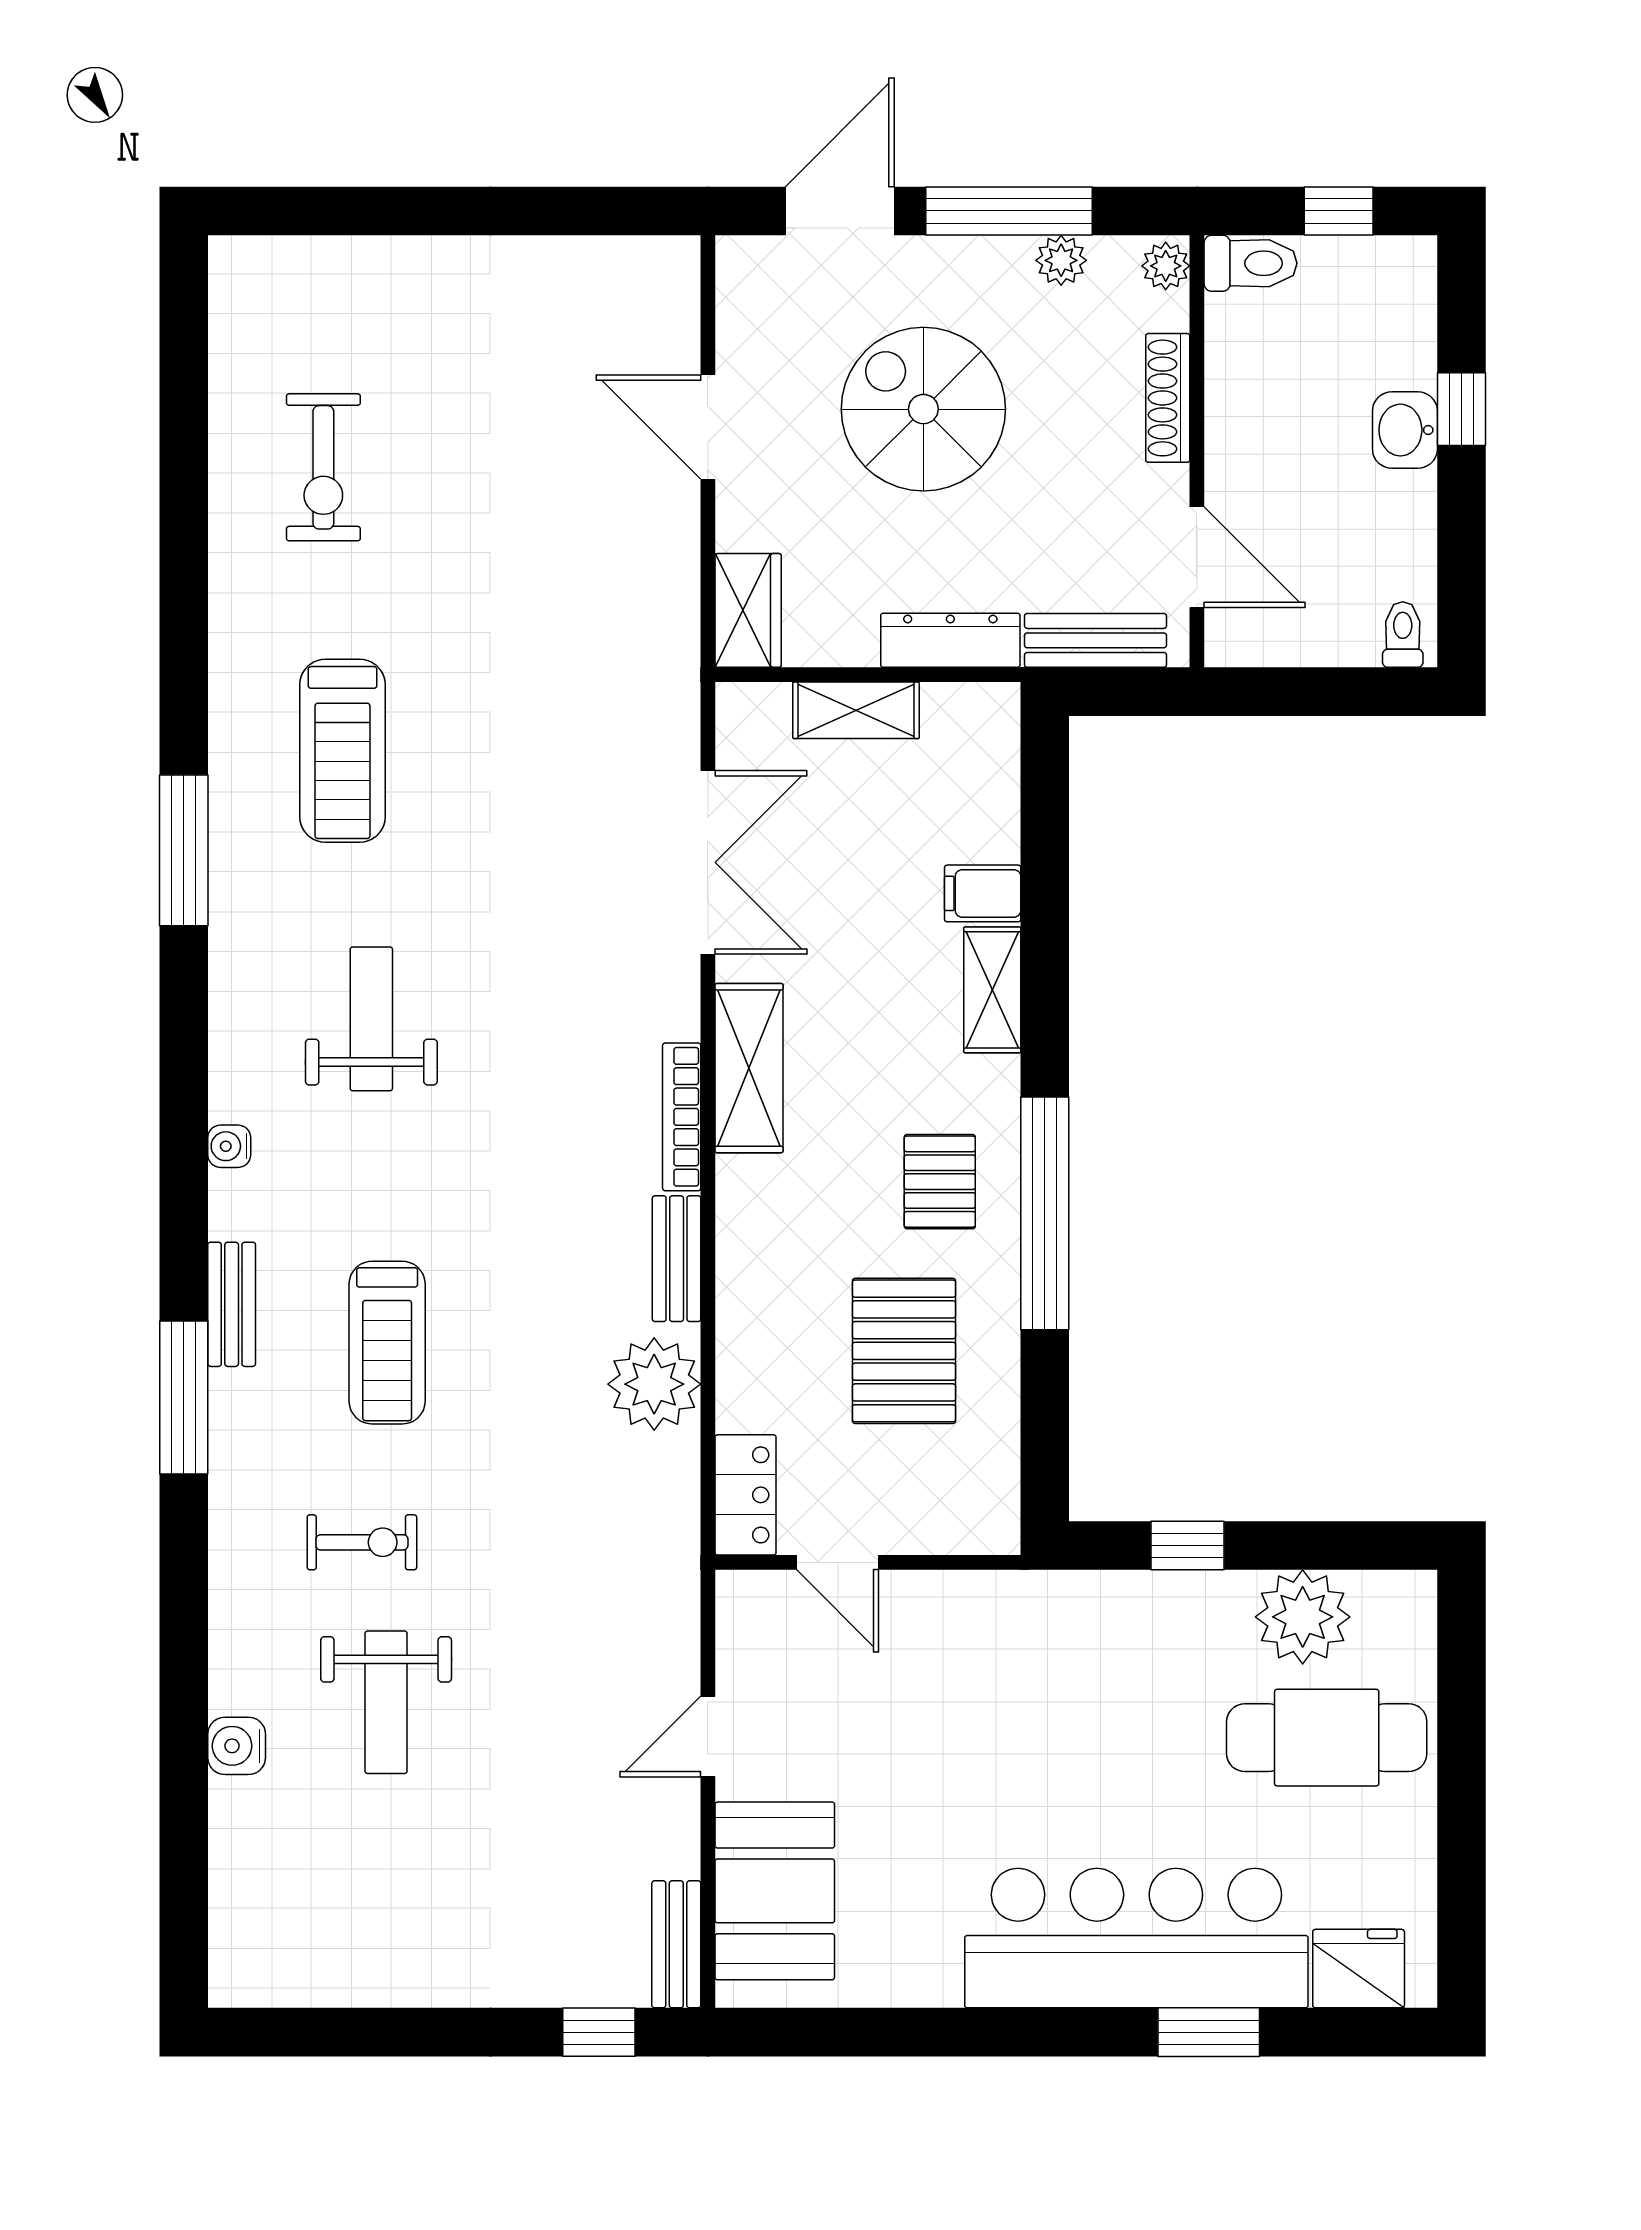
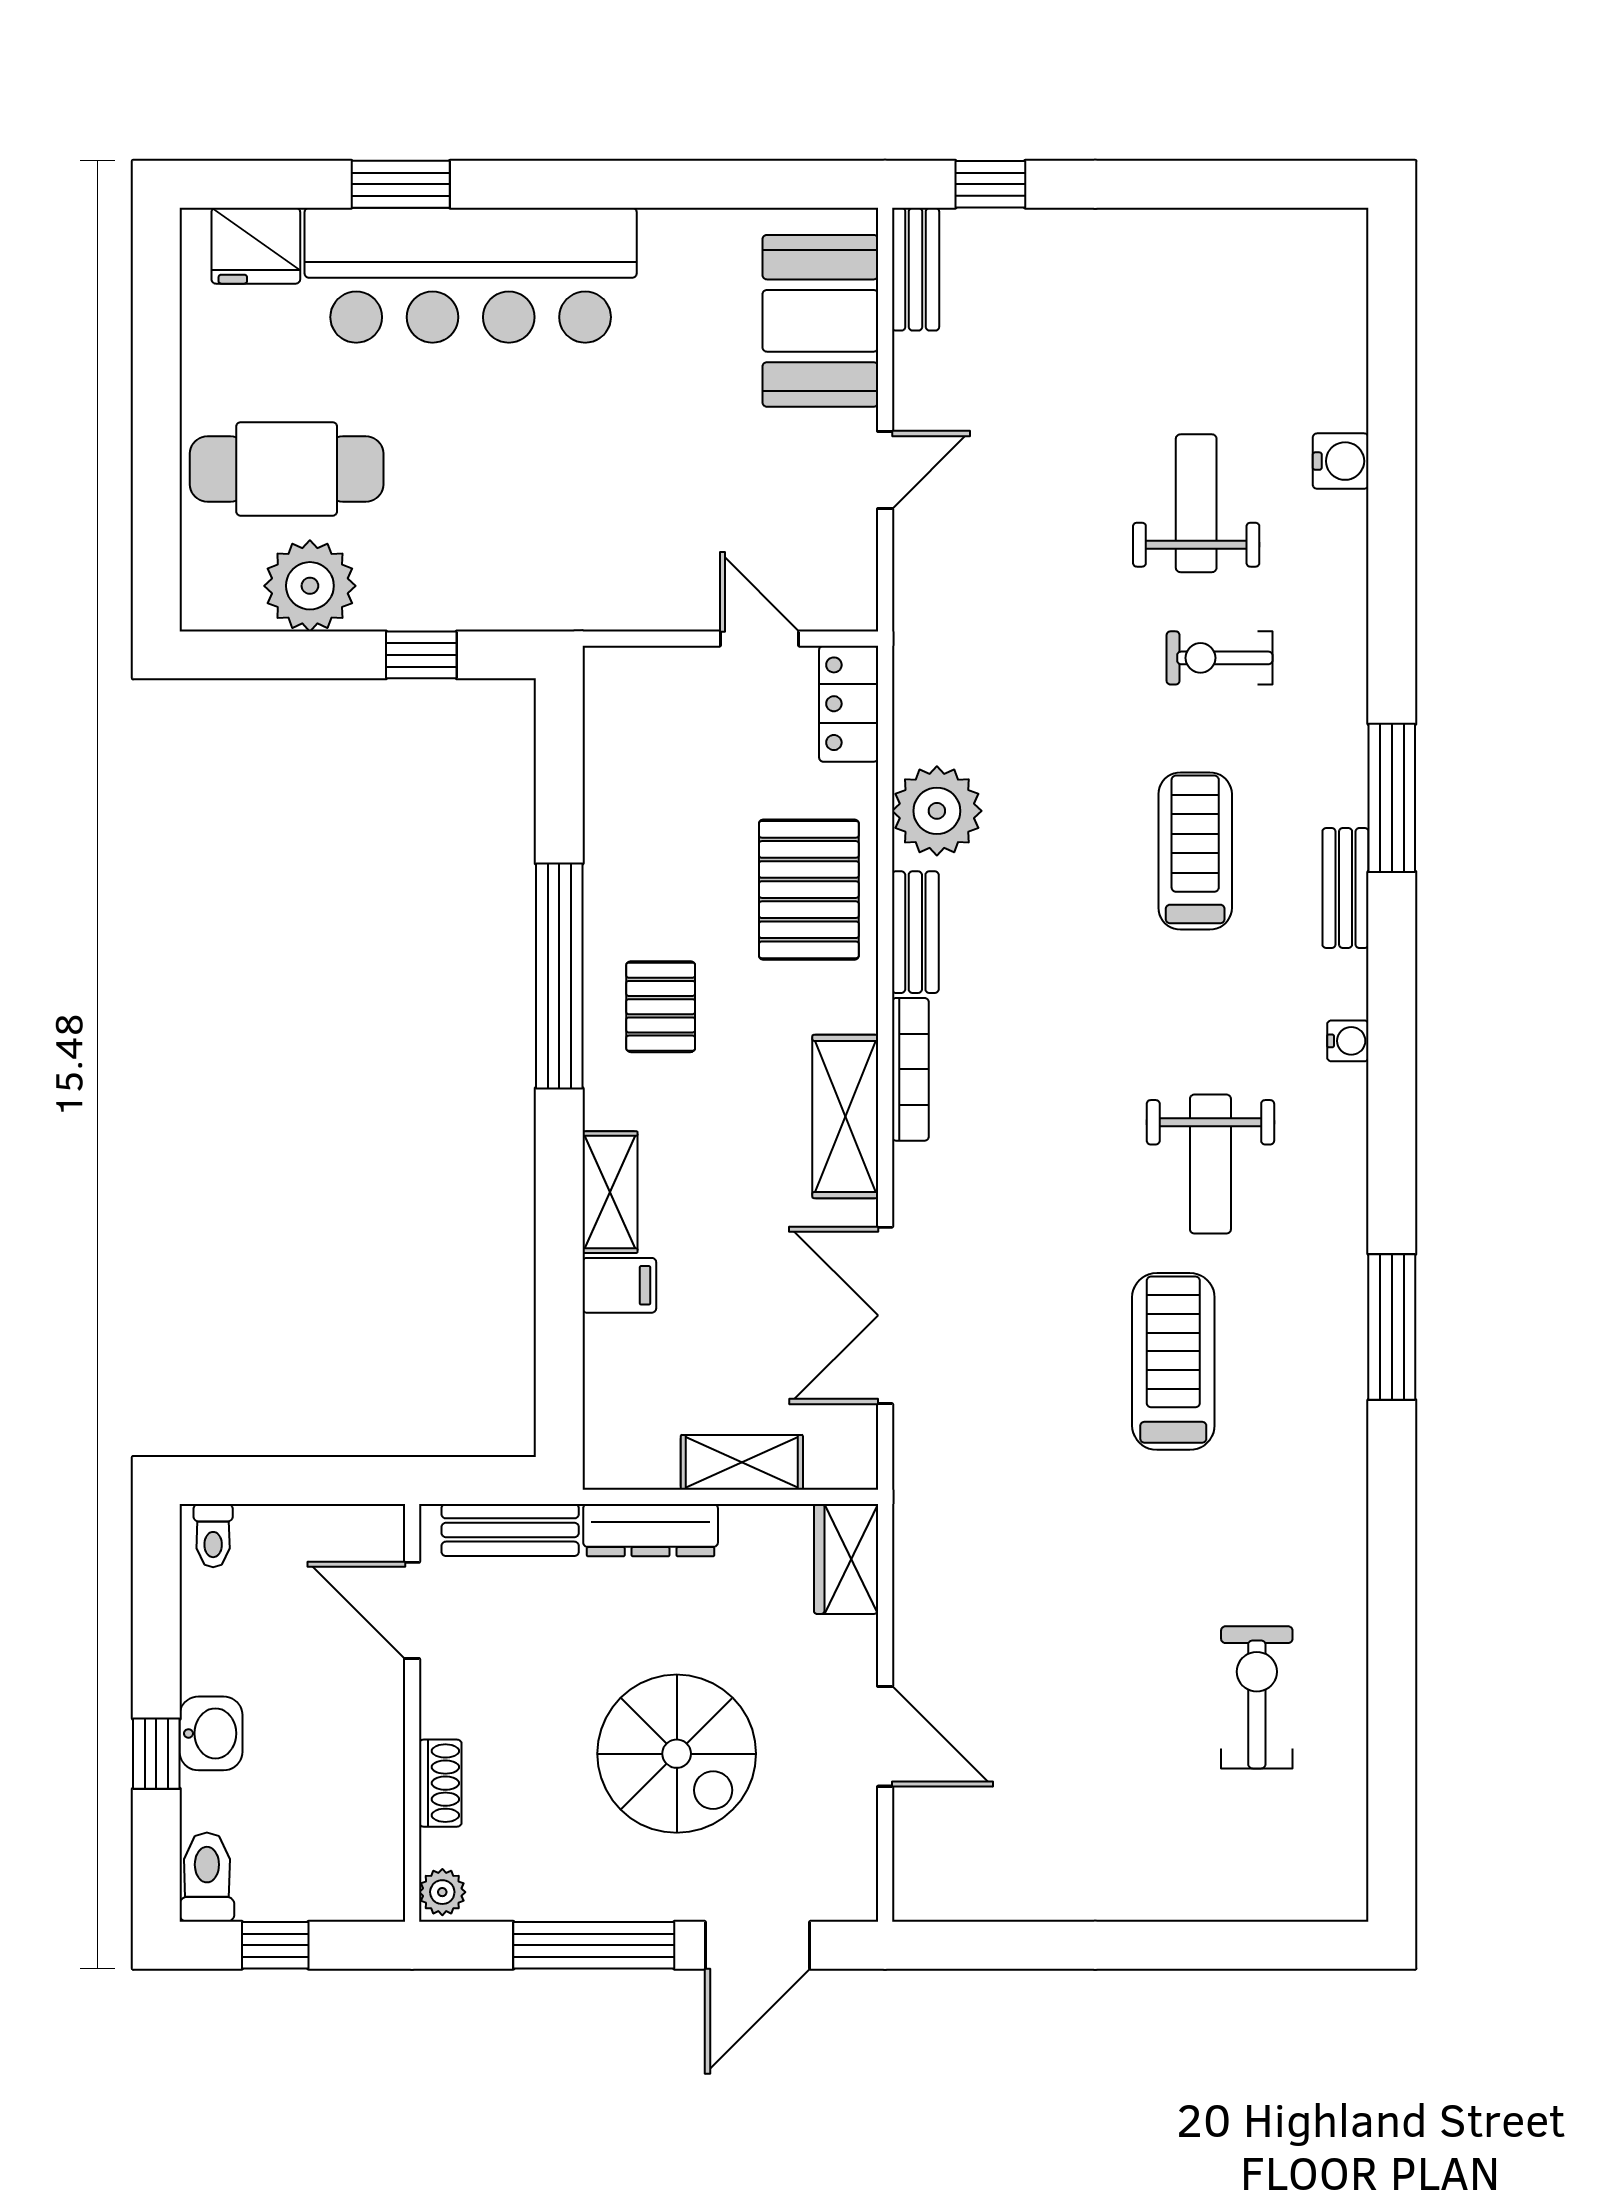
plant: (1061, 260) -> (543, 1898), removed
toilet: (1251, 263) -> (207, 1877), moved, turned 90
shoe rack: (1168, 398) -> (440, 1783), width x0.70
treadmill: (342, 751) -> (1173, 1361), moved
pallet: (904, 1351) -> (809, 890), moved

